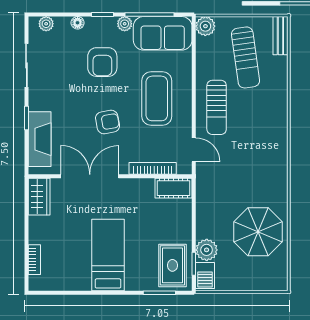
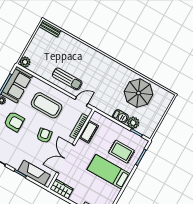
sun lounger: (246, 57) -> (51, 51), removed
cot: (174, 188) -> (89, 132), moved
rug: (172, 265) -> (121, 152), moved
barbecue: (205, 275) -> (120, 117), moved

